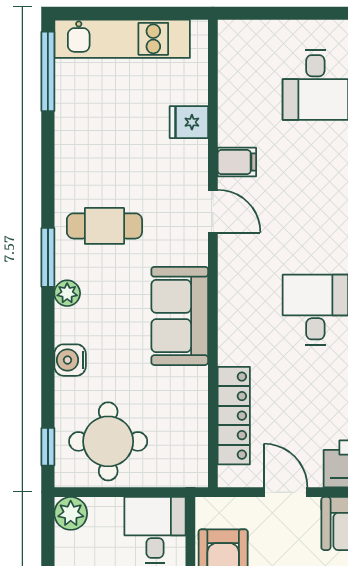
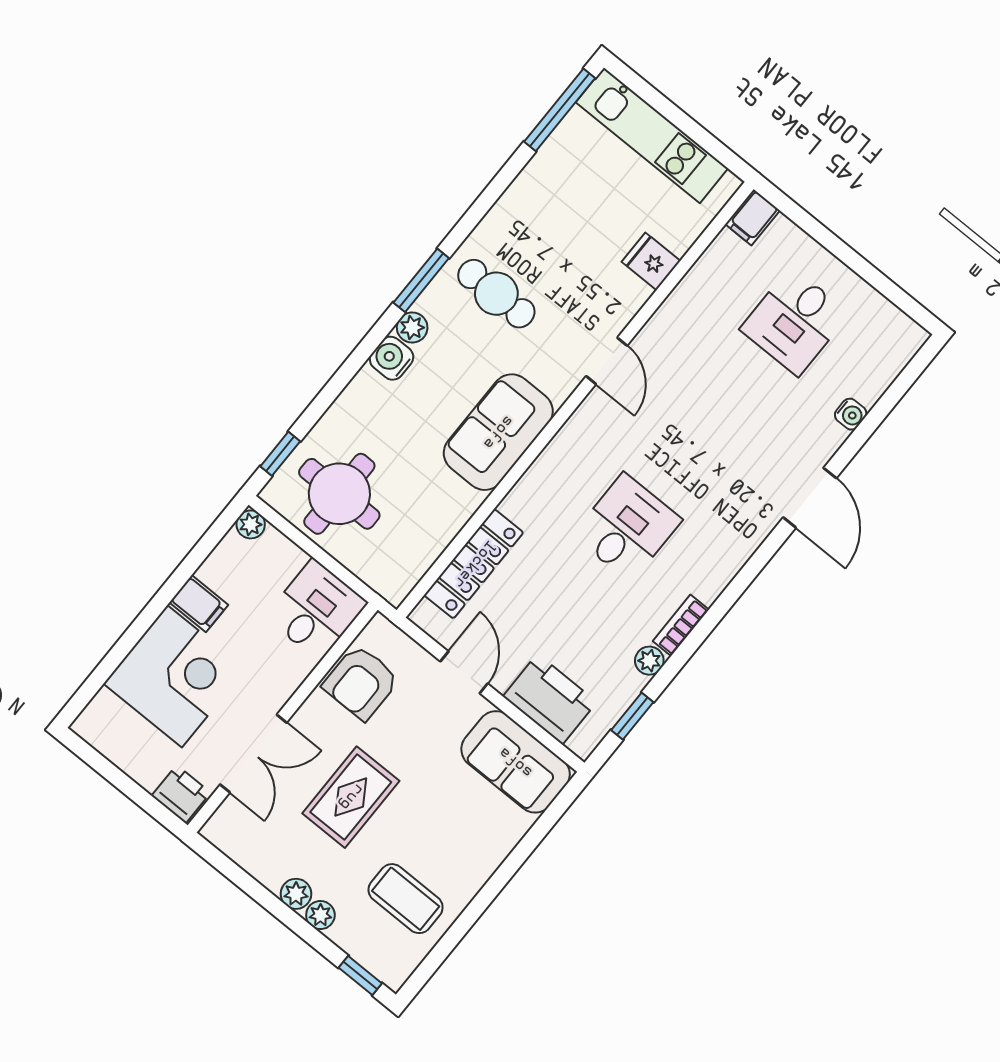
filing cabinet: (237, 162) -> (753, 217), moved, turned 90
water cooler: (70, 360) -> (392, 358), moved
plant: (71, 513) -> (251, 524), width x0.73, depth x0.73

